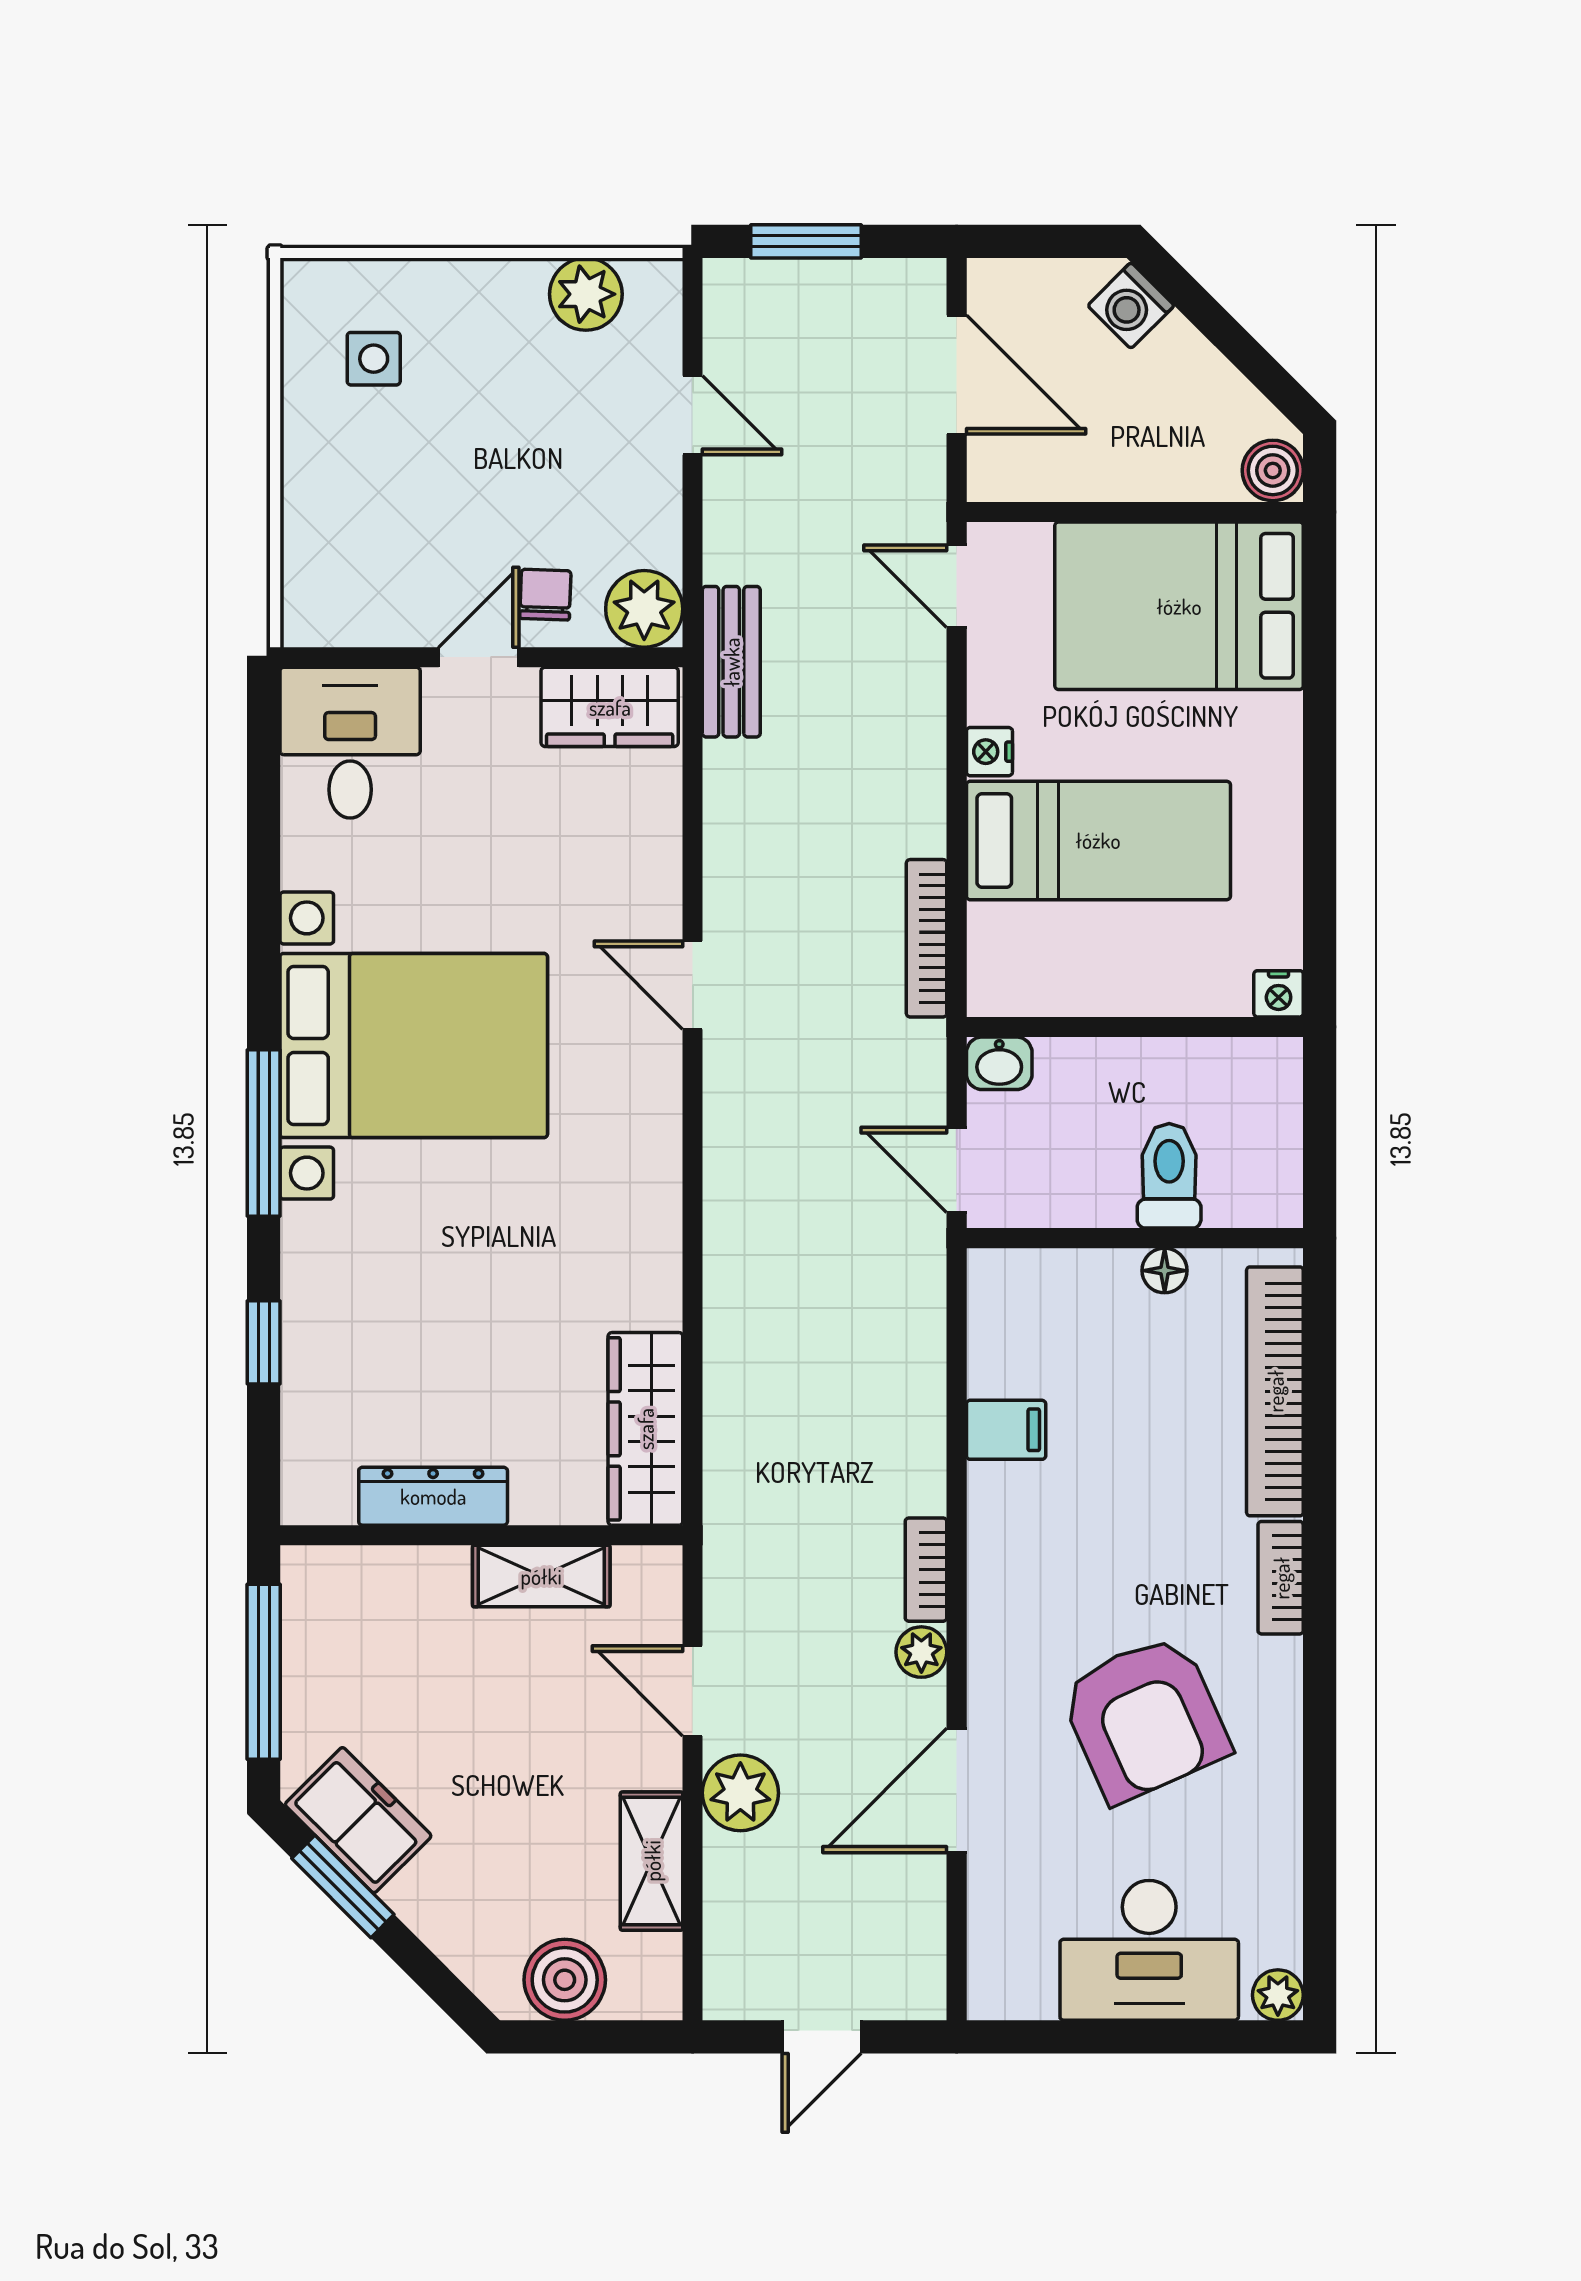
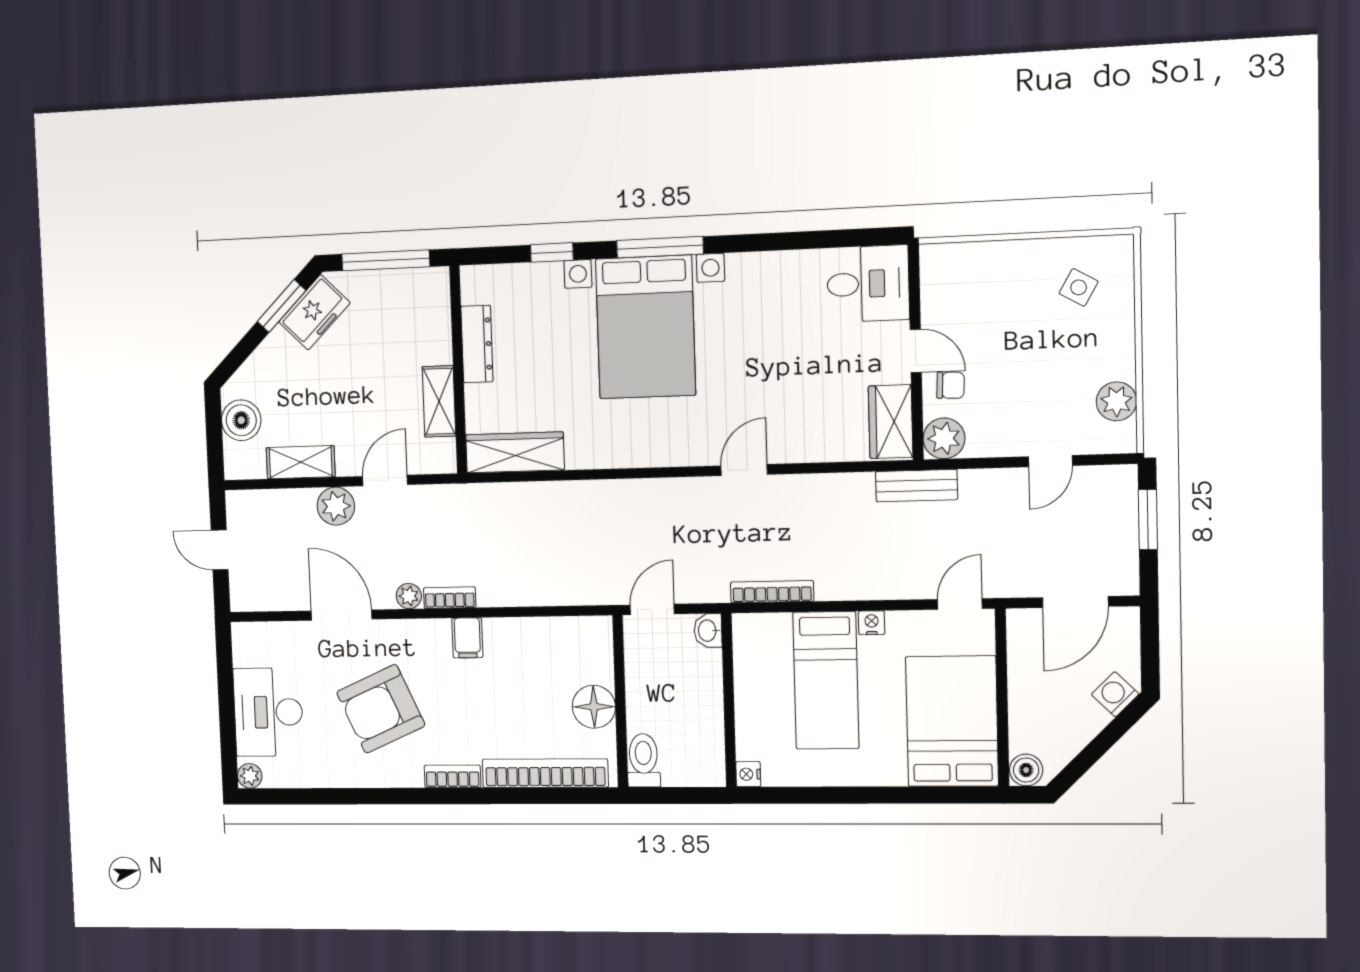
side table: (374, 359) -> (1079, 287), turned 30
bed with nightstands: (414, 1046) -> (646, 327), moved
toilet: (1169, 1176) -> (643, 760), moved, turned -90
floor lamp: (1165, 1271) -> (594, 707), width x1.89, depth x1.89
filing cabinet: (1006, 1430) -> (467, 638), moved

